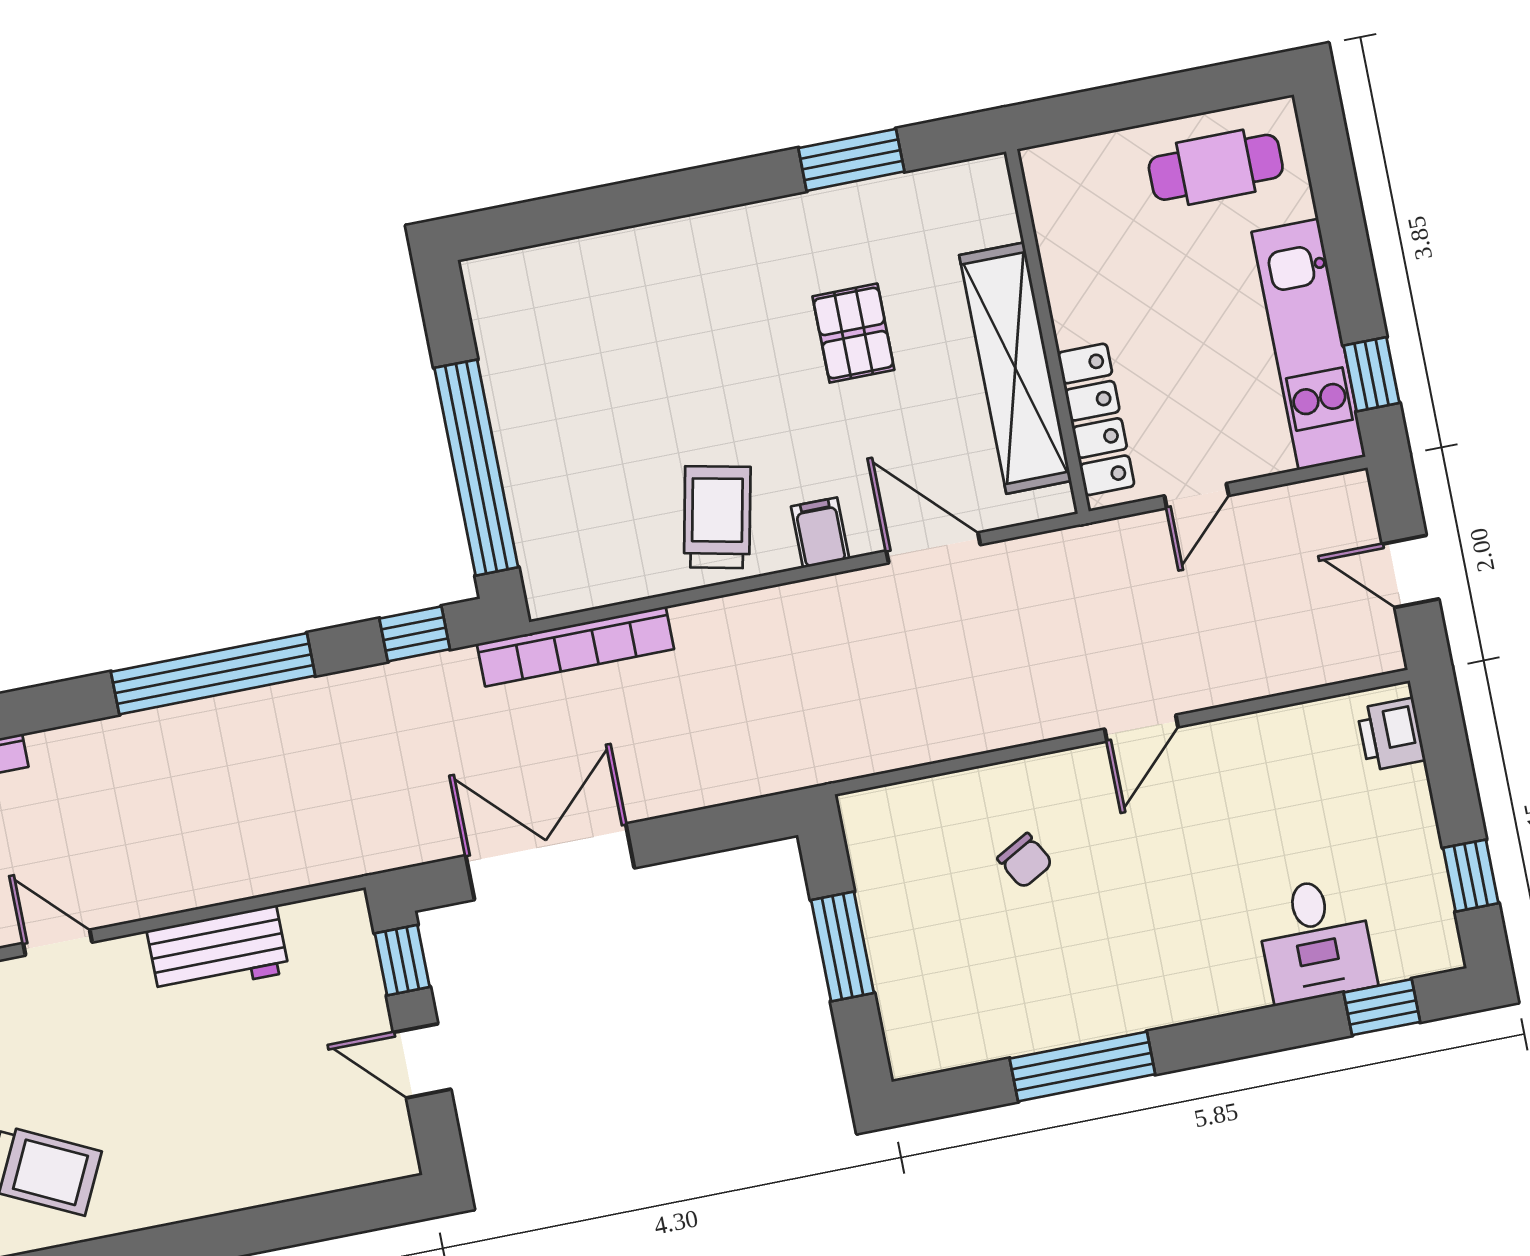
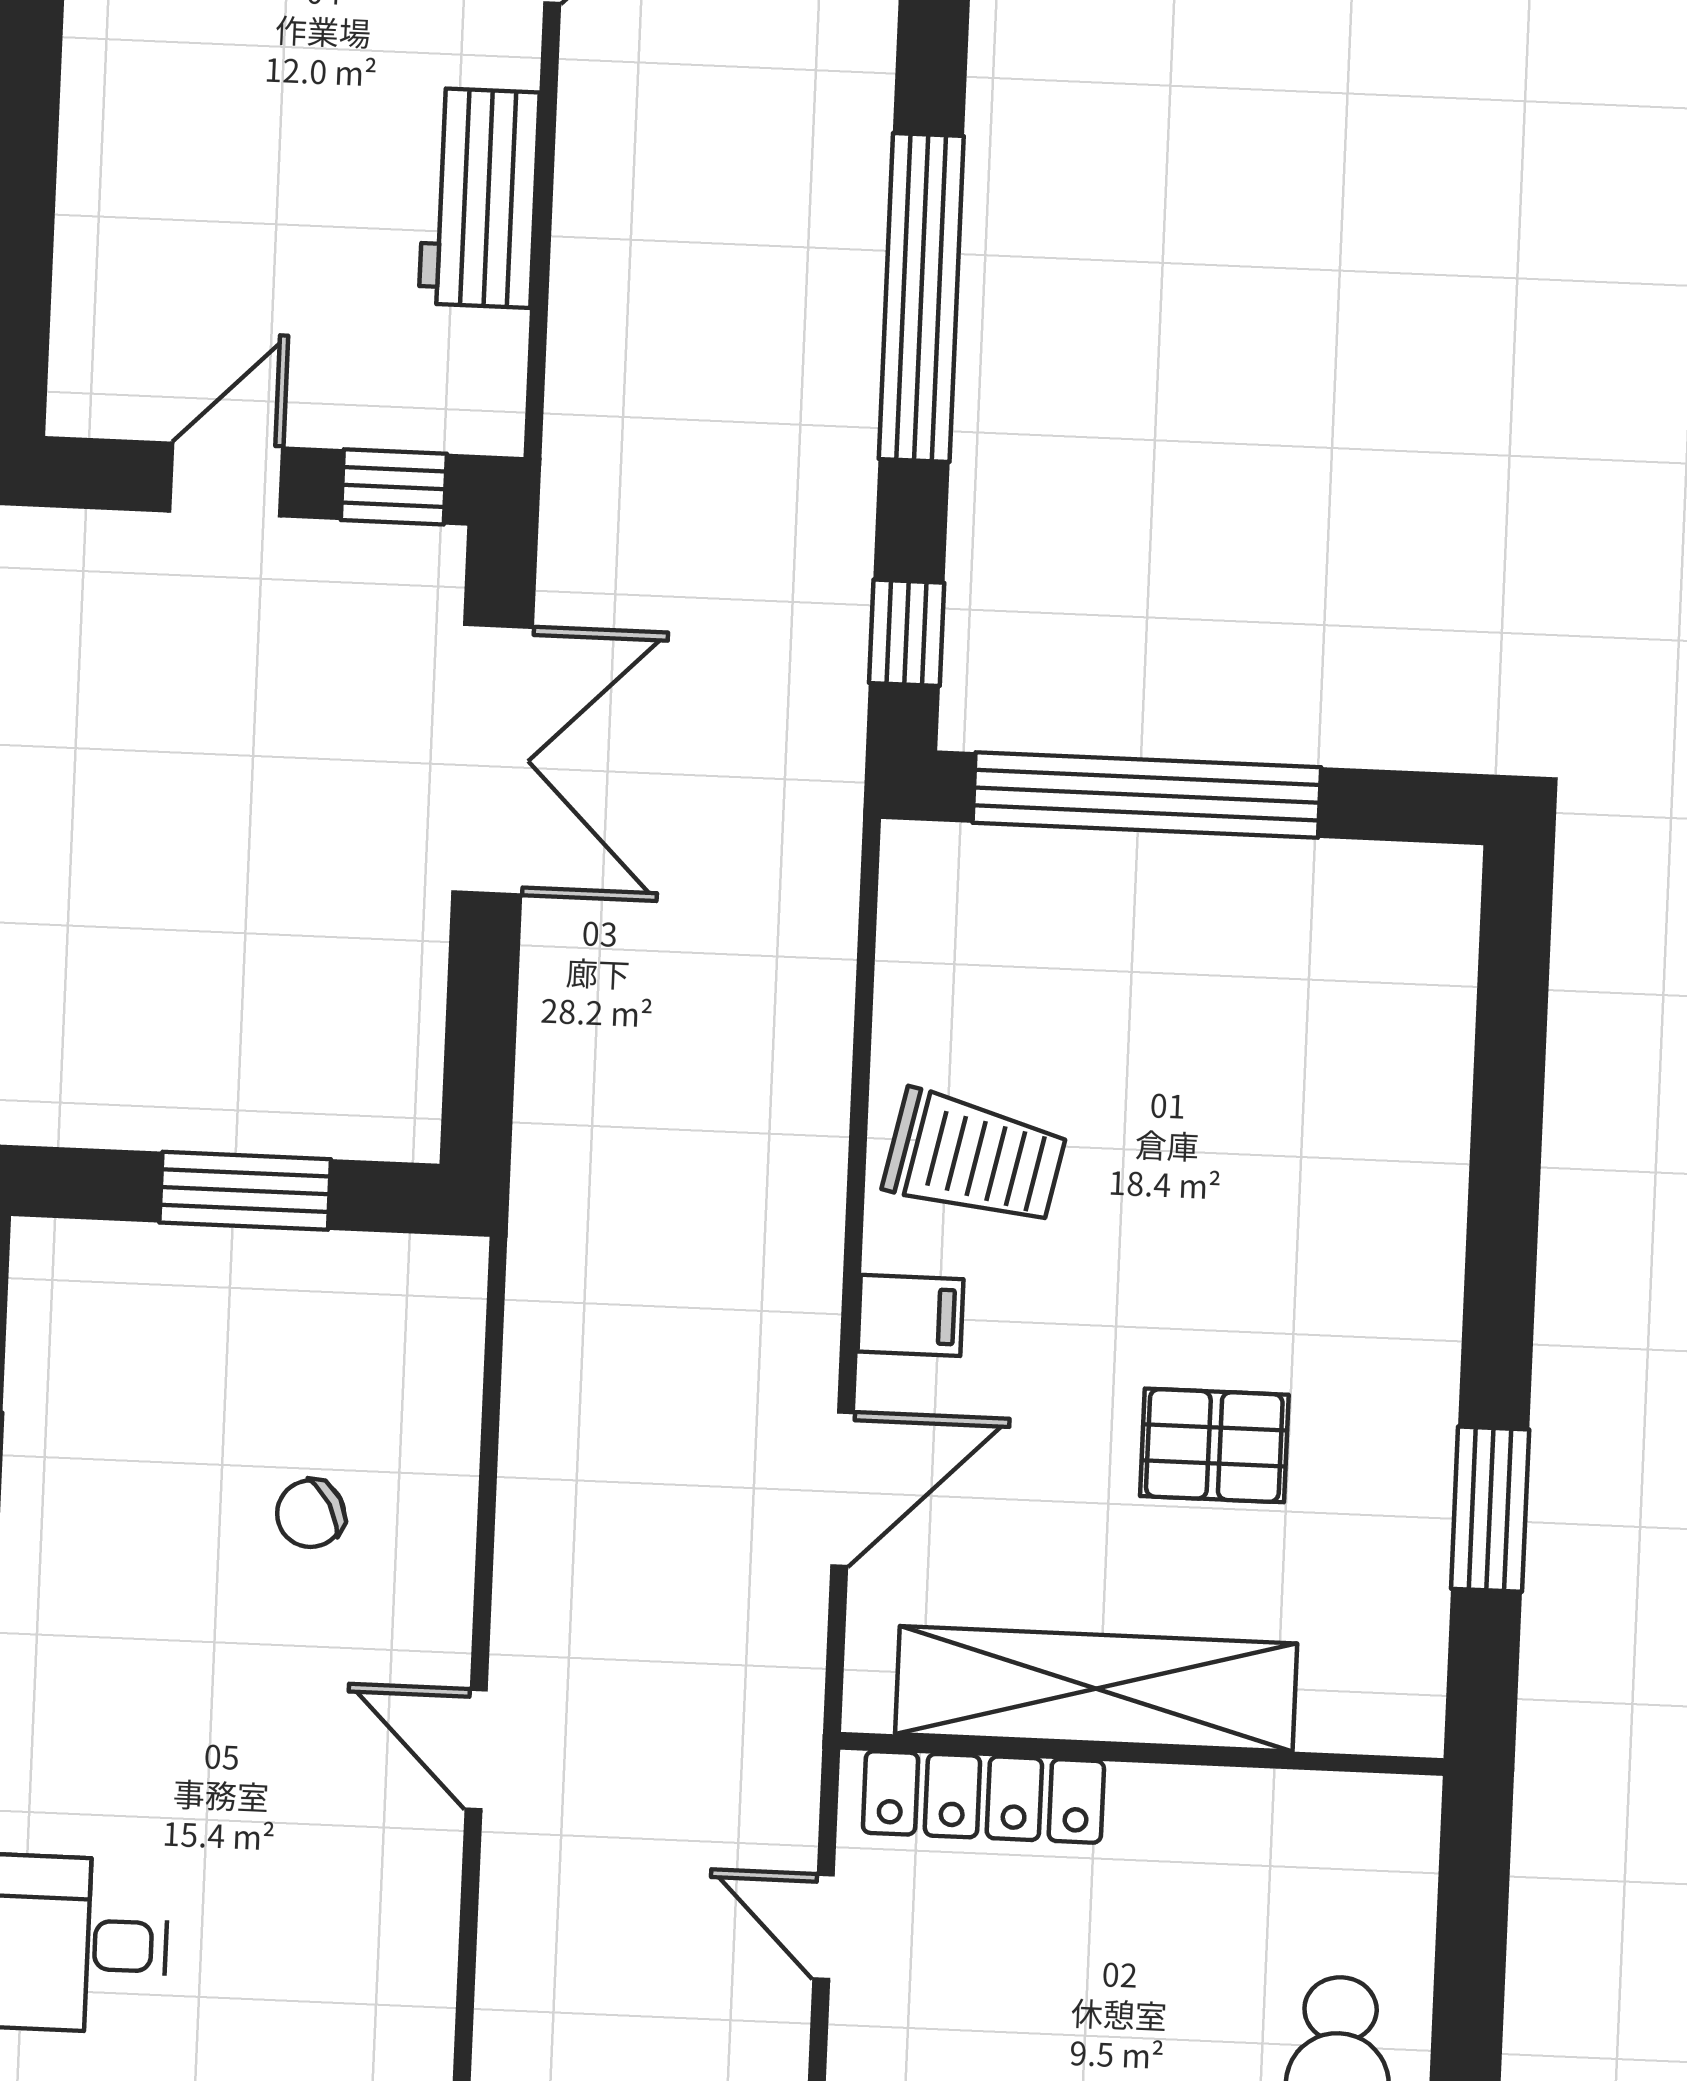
bookcase: (575, 646) -> (824, 883), removed

